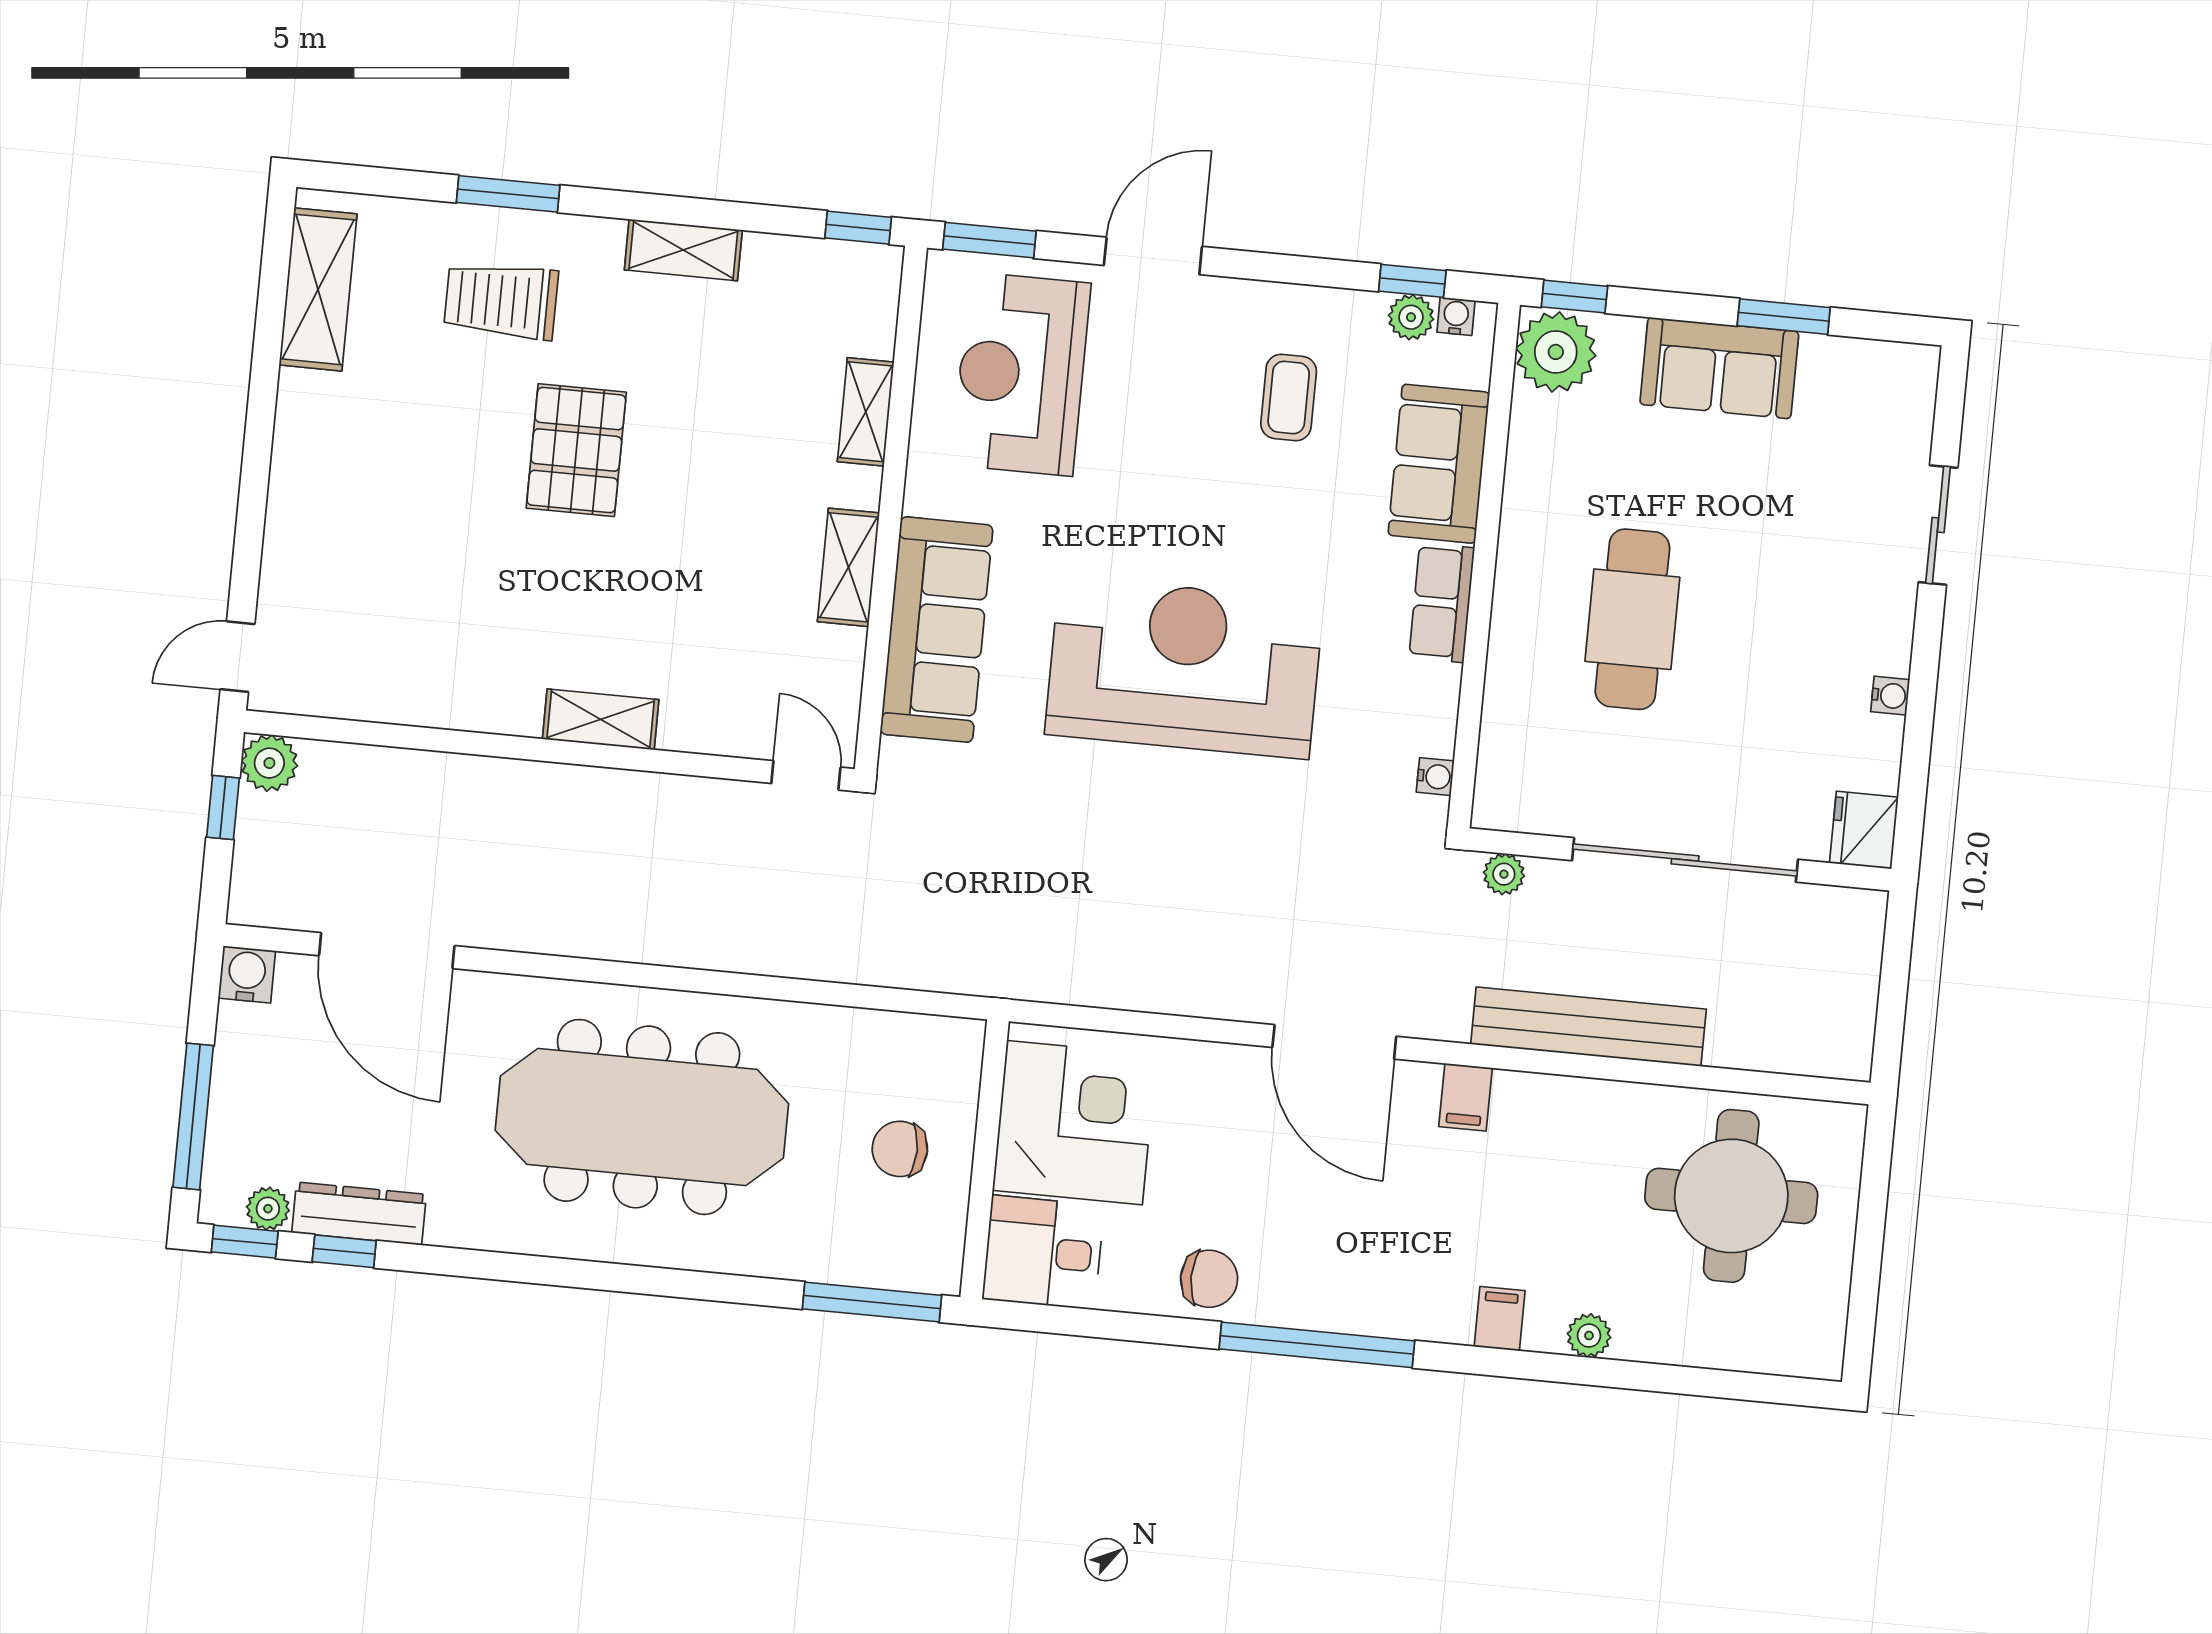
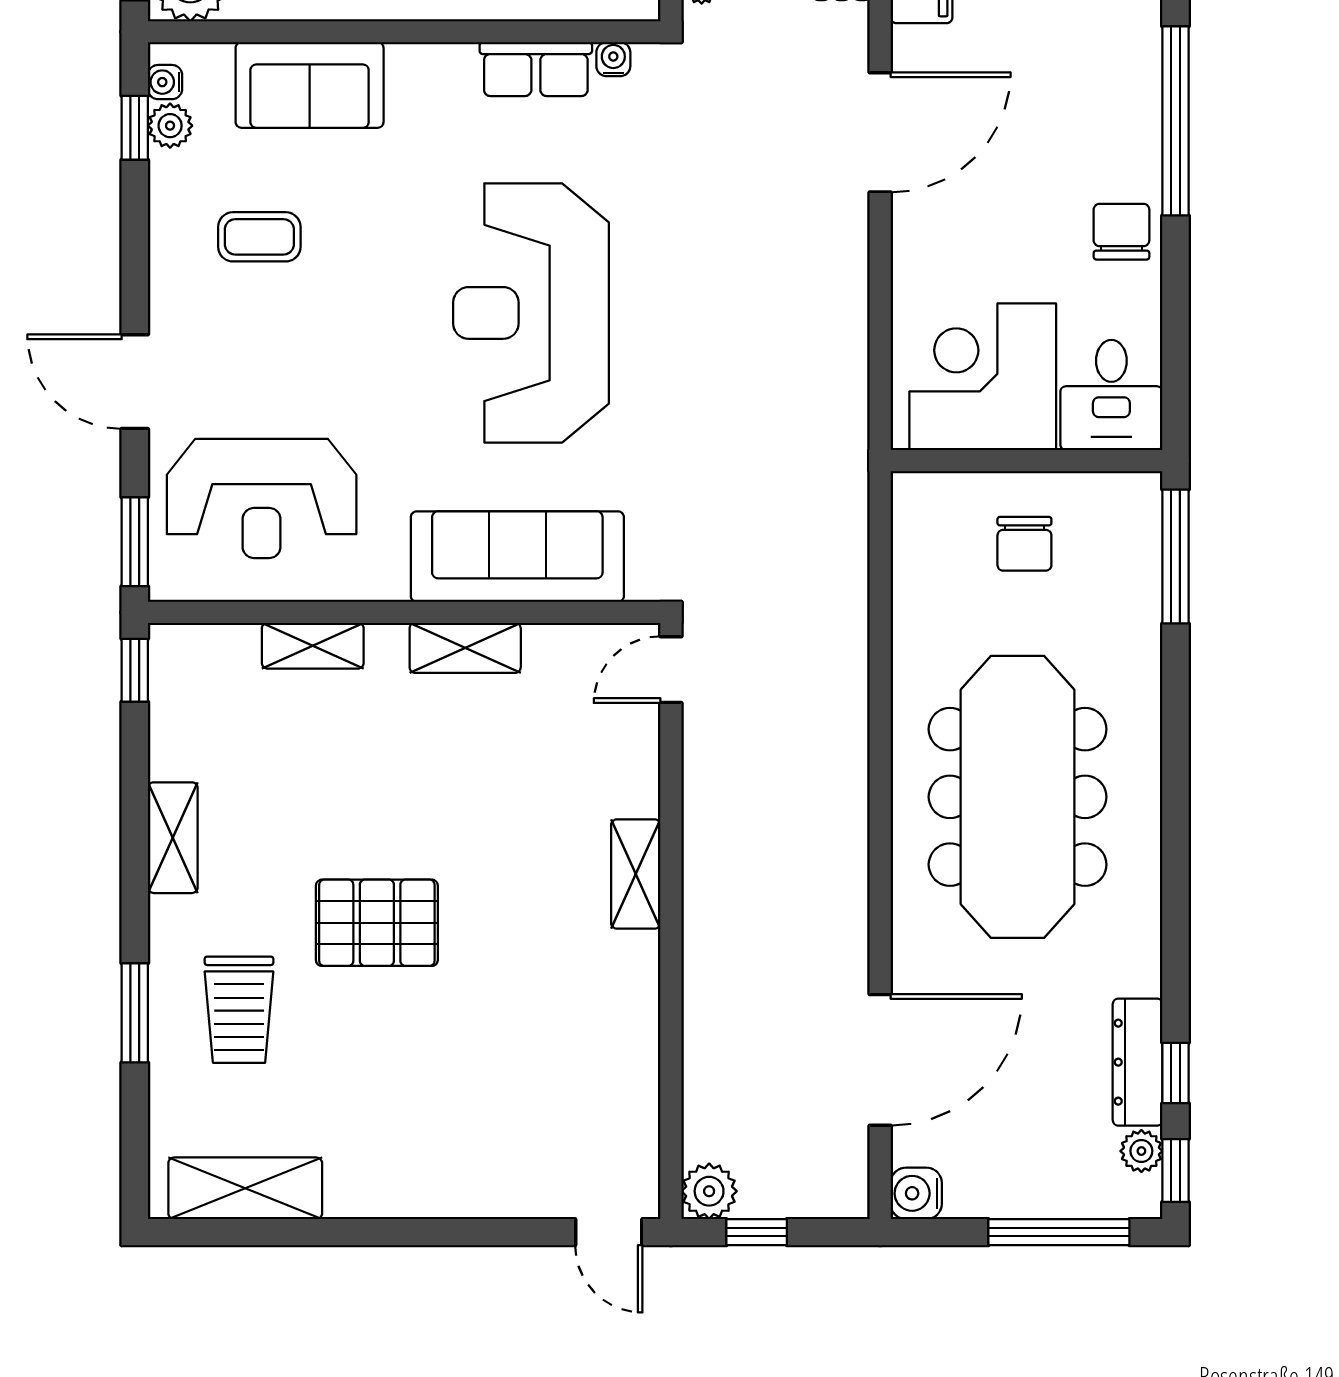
row of seats: (1442, 603) -> (536, 69), moved

